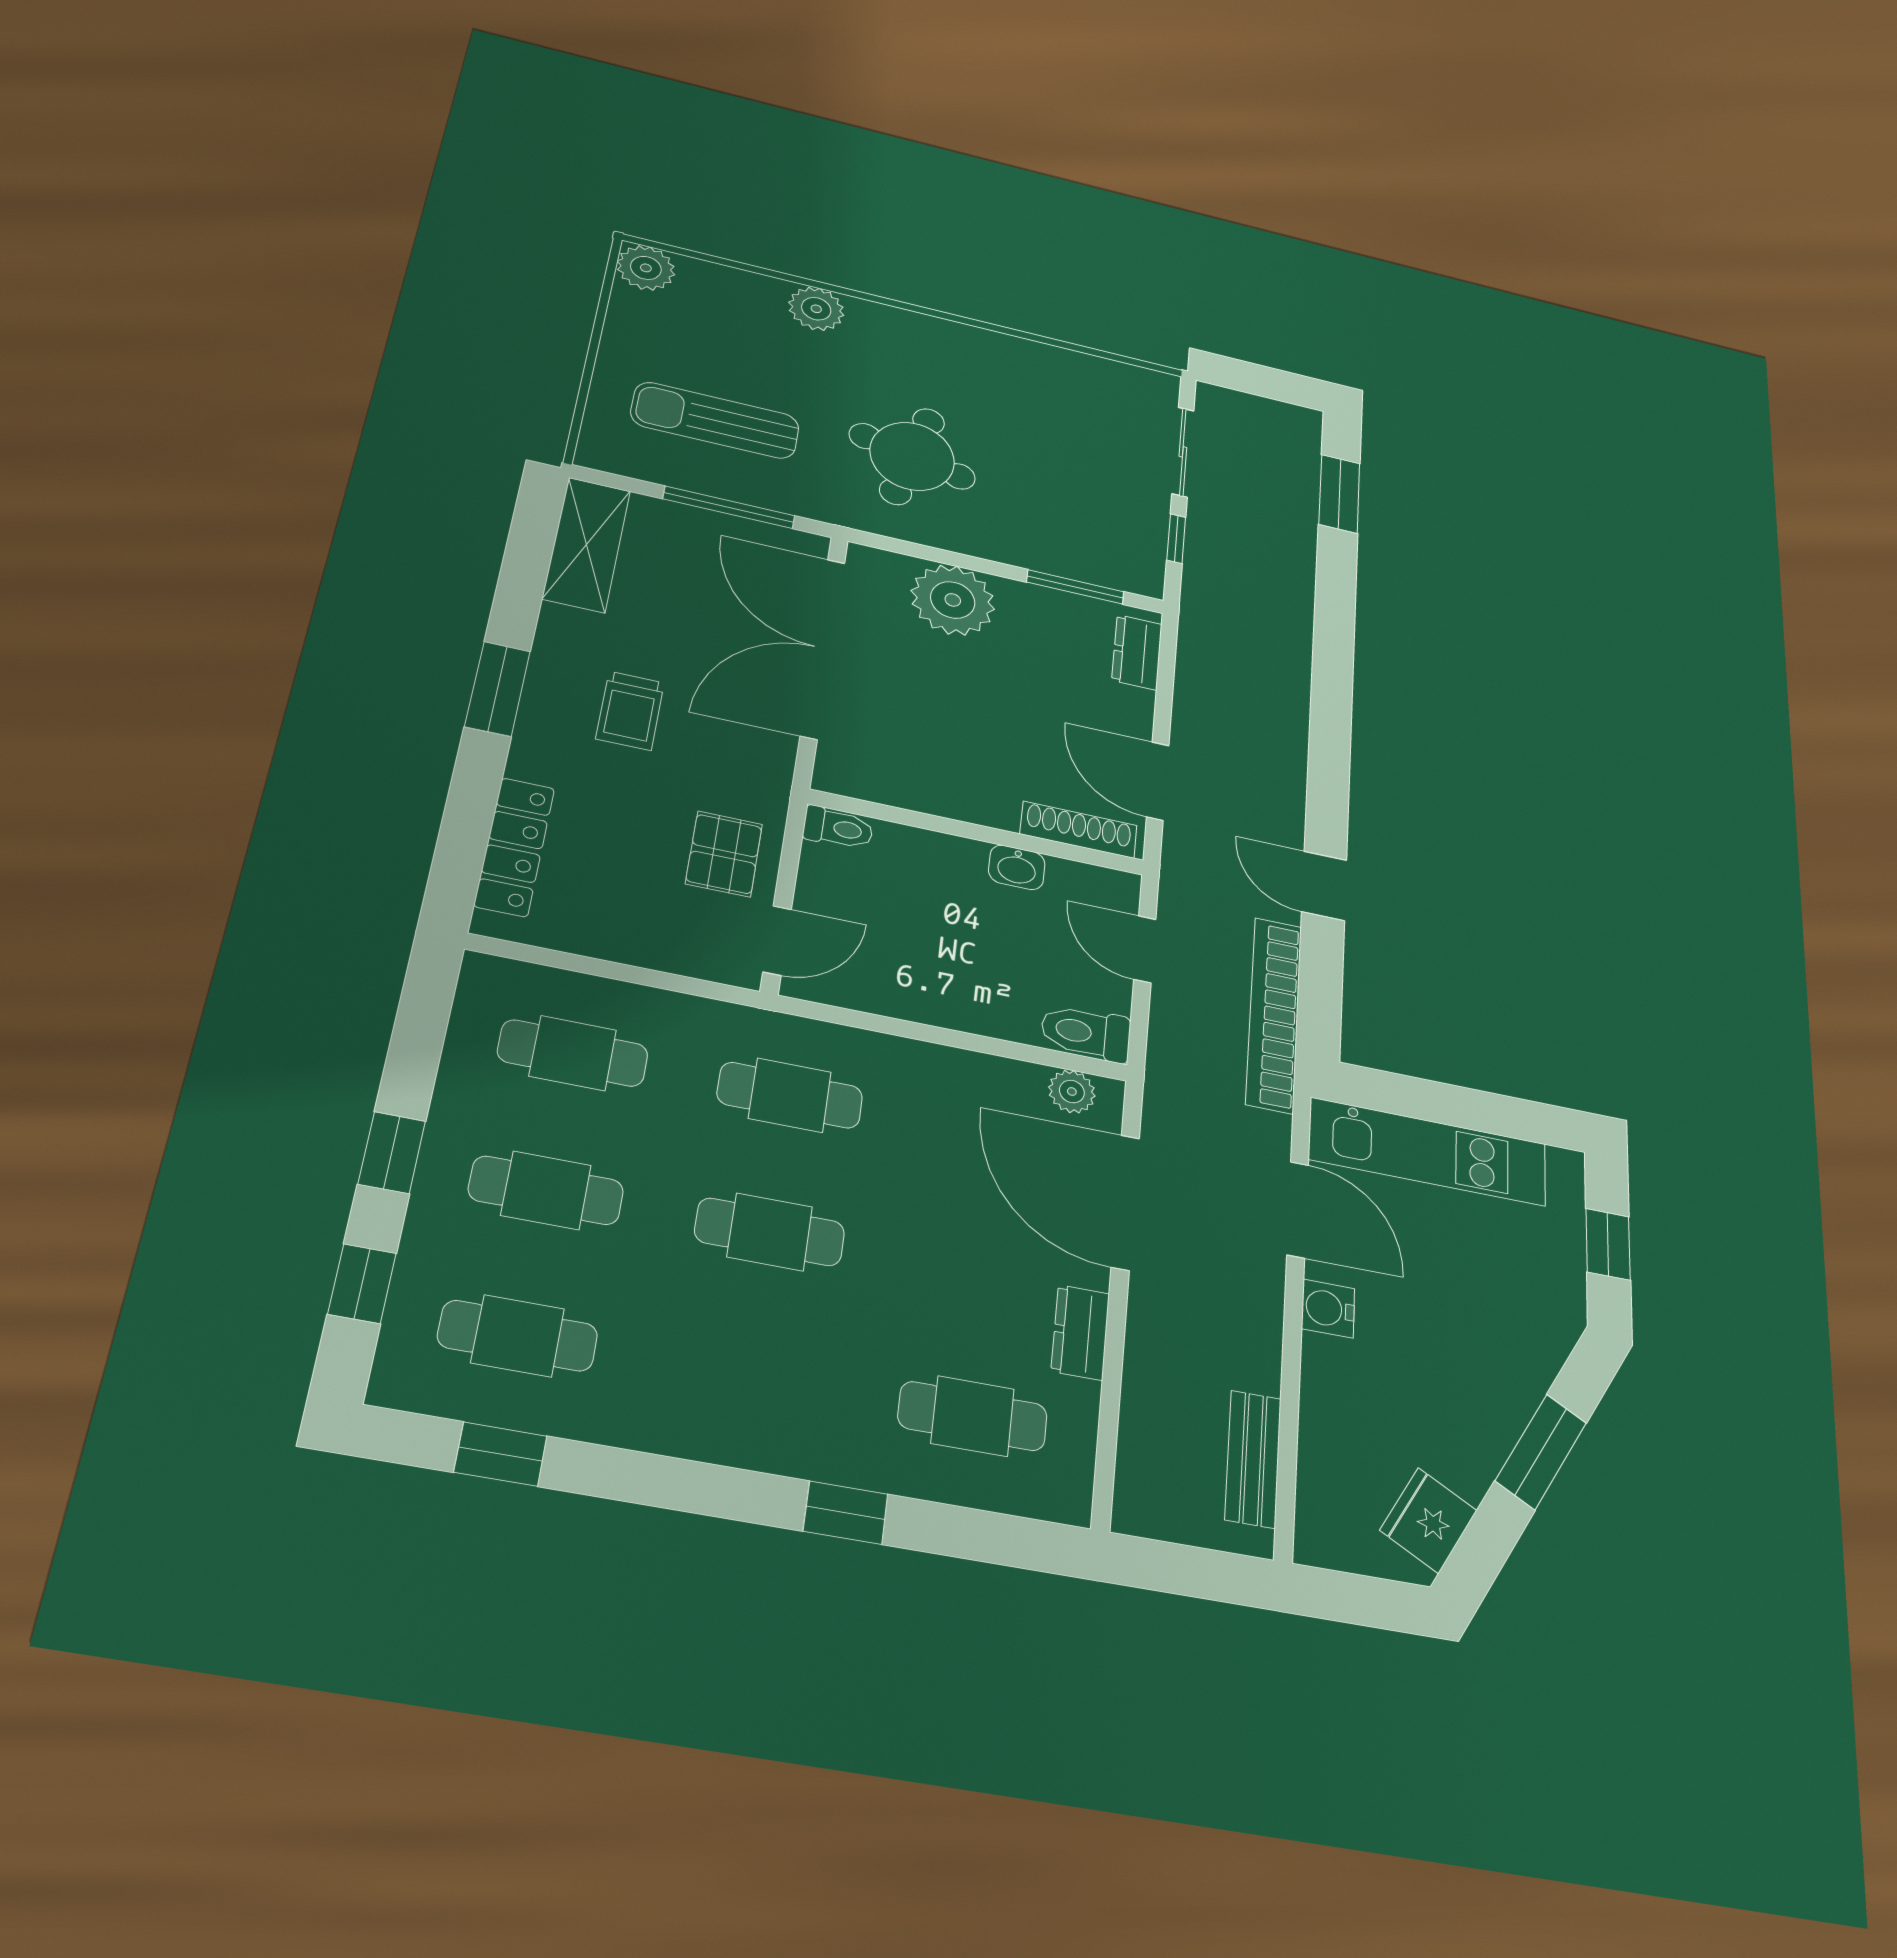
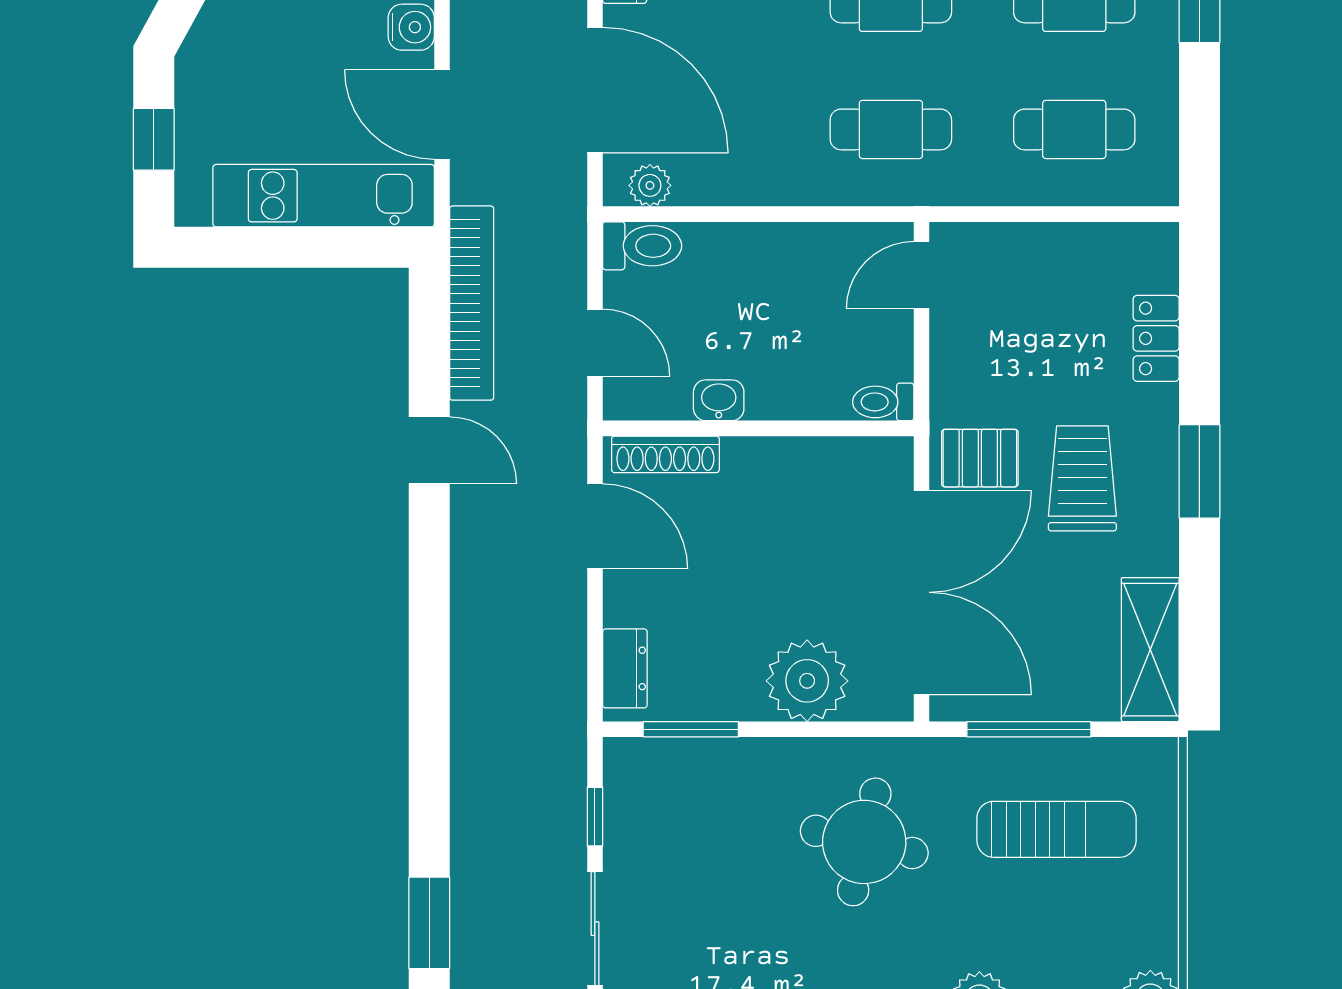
trolley: (630, 711) -> (1082, 478), width x1.36, depth x1.39
locker: (514, 847) -> (1156, 338), width x0.66
pallet: (724, 854) -> (980, 458), moved, turned 90

